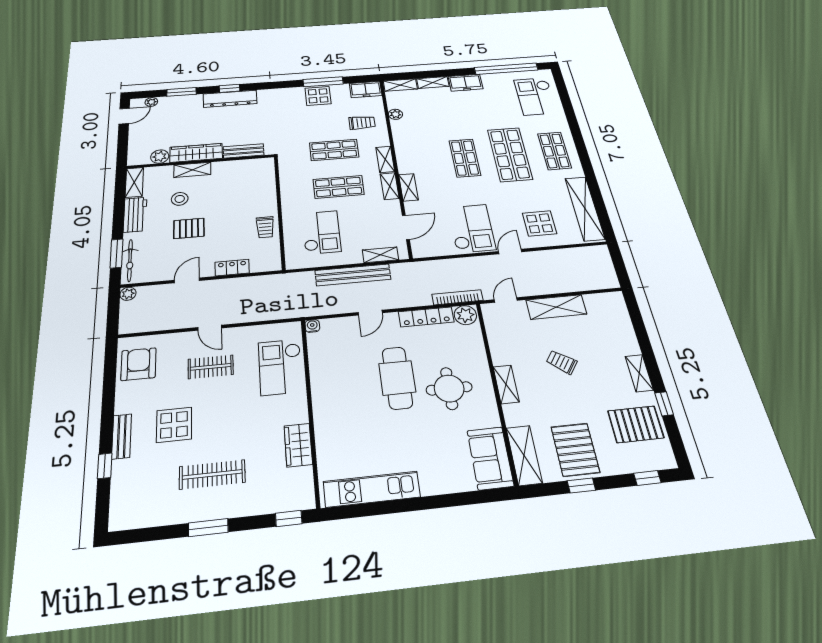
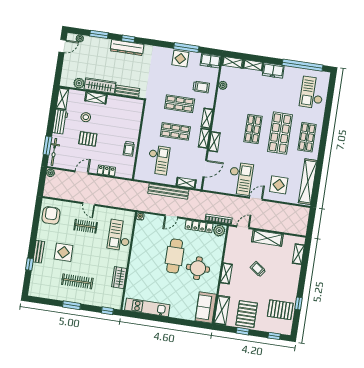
shelving: (639, 373) -> (298, 254), moved

